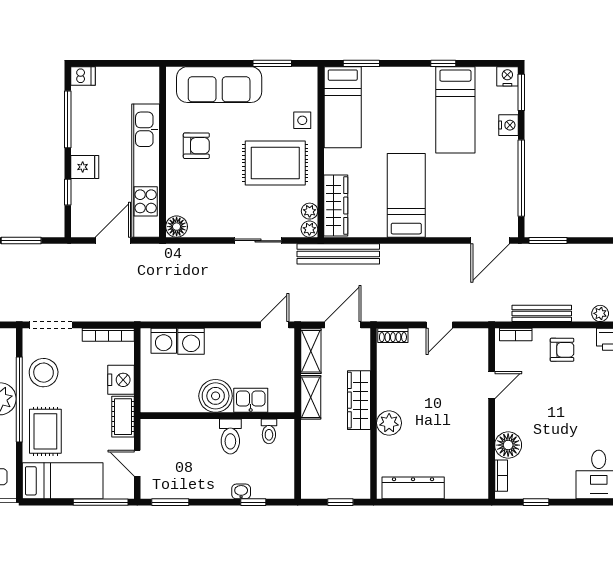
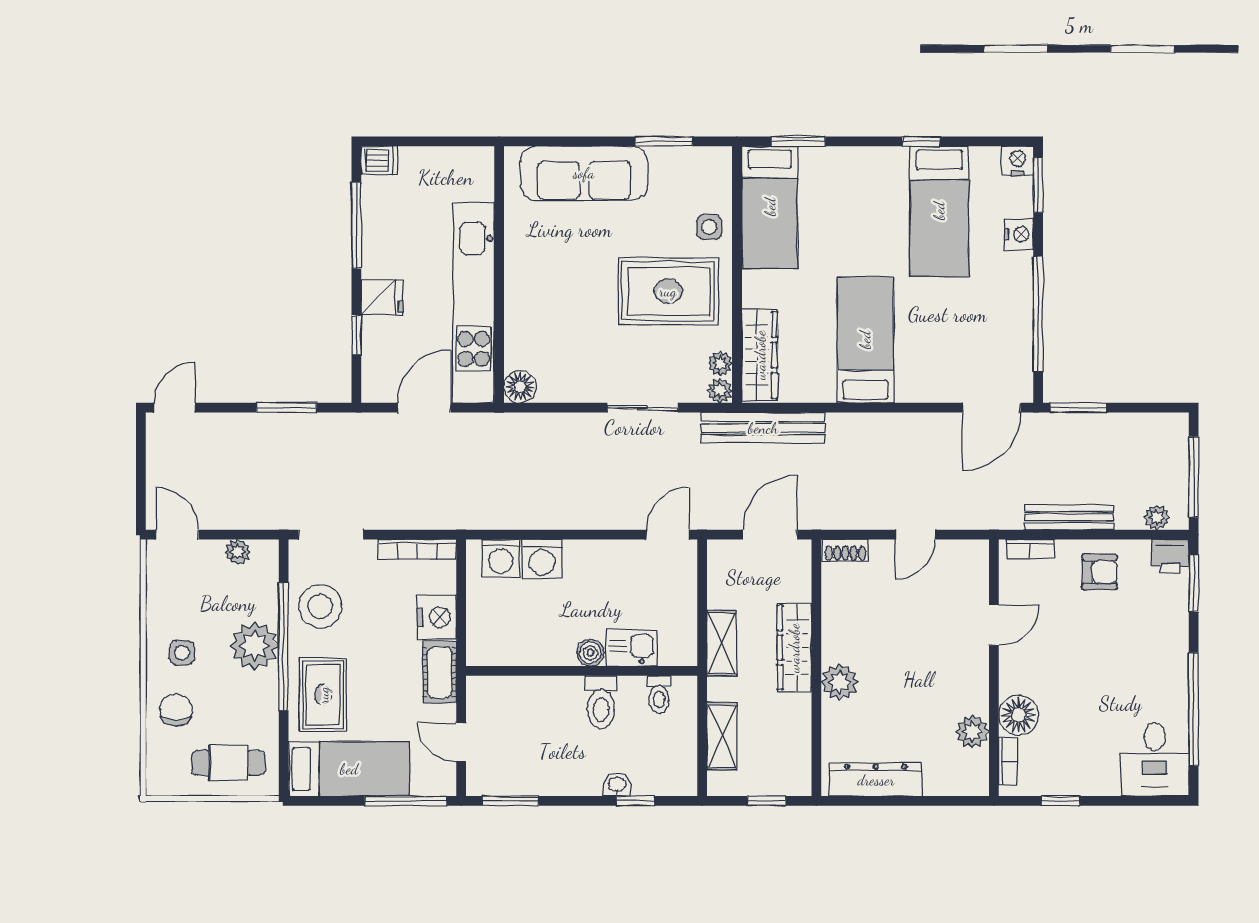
armchair: (196, 146) -> (550, 265), removed
shelving: (311, 351) -> (722, 736), moved
boiler: (216, 396) -> (590, 653), width x0.54, depth x0.54
plant: (477, 456) -> (972, 732), added

